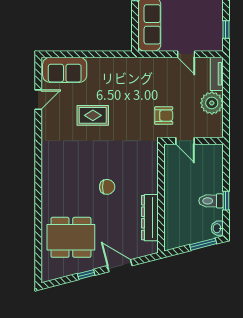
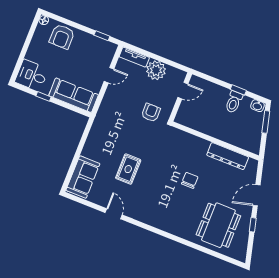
door: (38, 100) -> (114, 214), moved
door: (185, 141) -> (183, 91), moved

